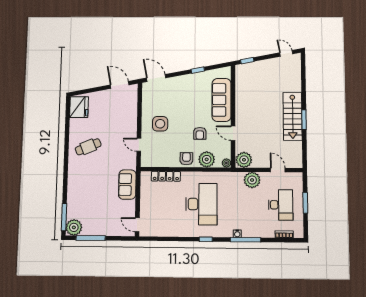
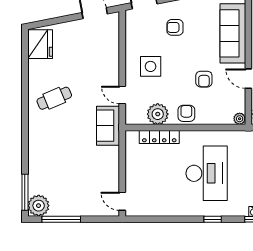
armchair: (179, 95) -> (175, 27), added
plant: (207, 159) -> (158, 114), moved
sofa: (127, 185) -> (108, 126), moved

